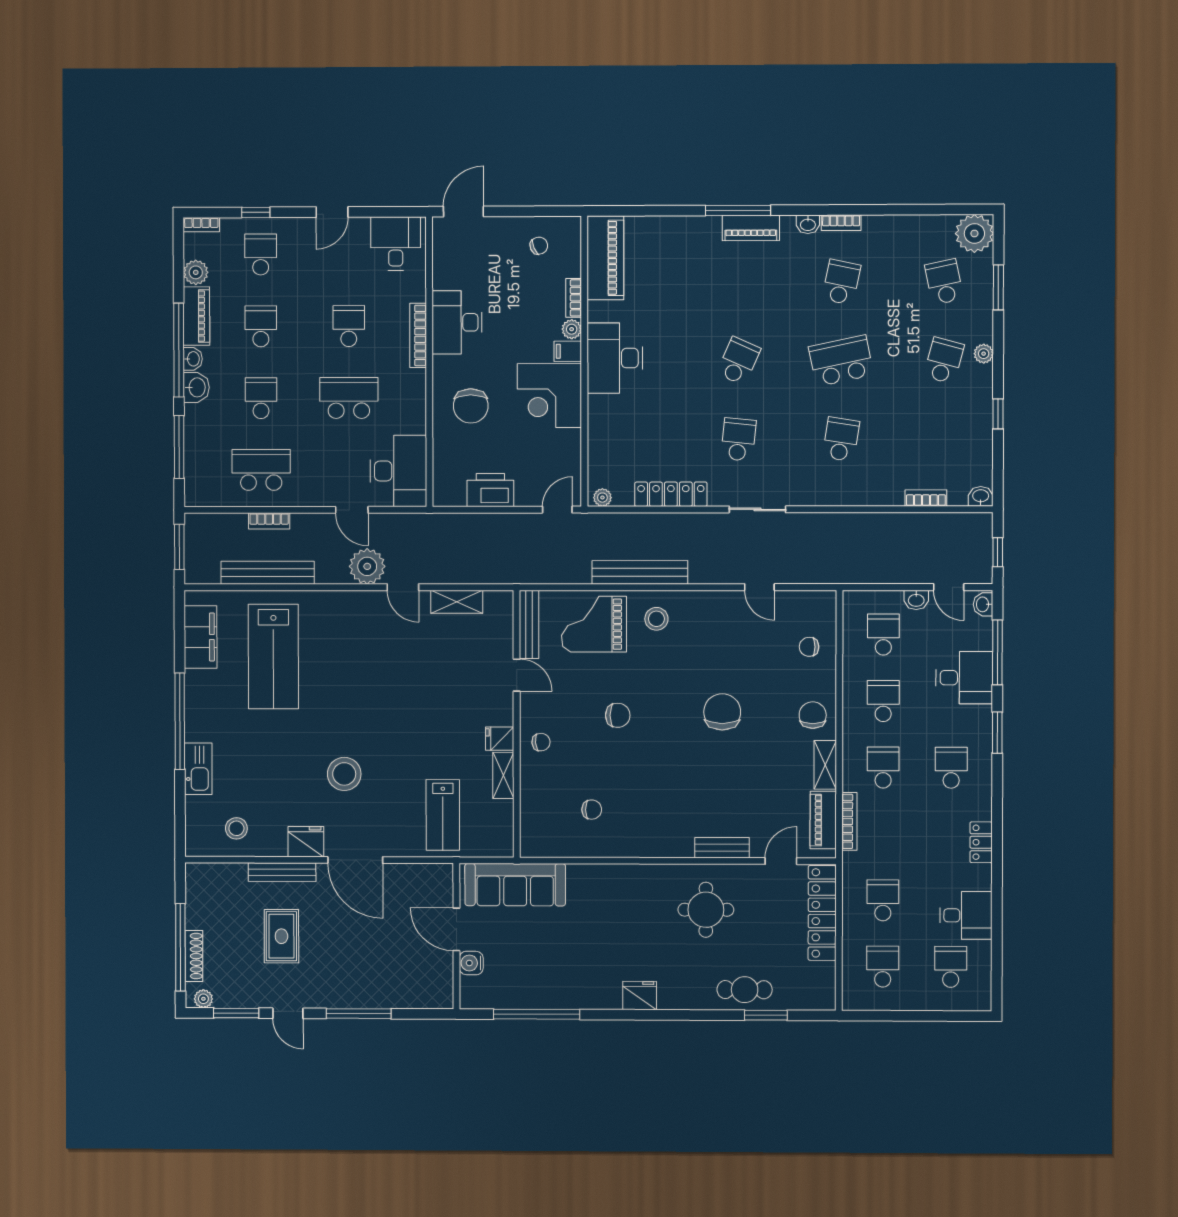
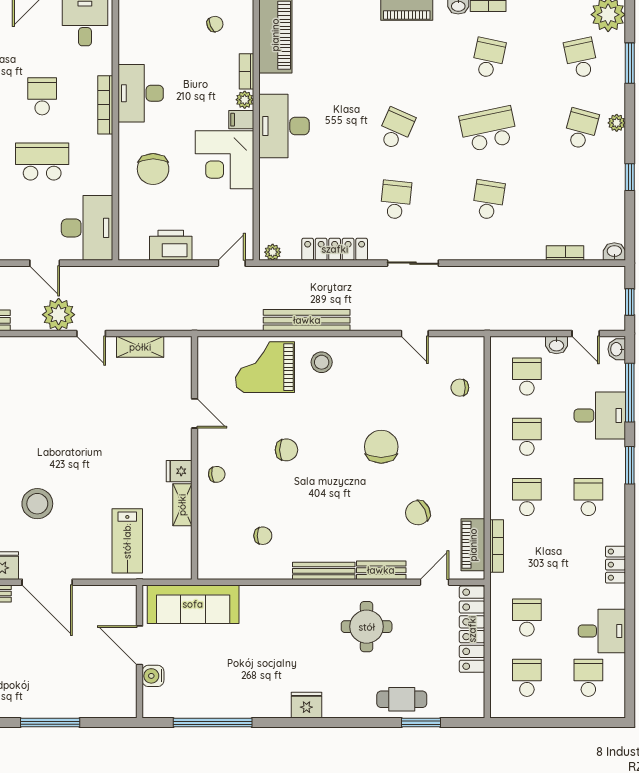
bench: (529, 624) -> (324, 571), moved, turned 90
chair: (813, 715) -> (418, 513), moved, turned -116
shelving: (825, 765) -> (475, 495), removed

